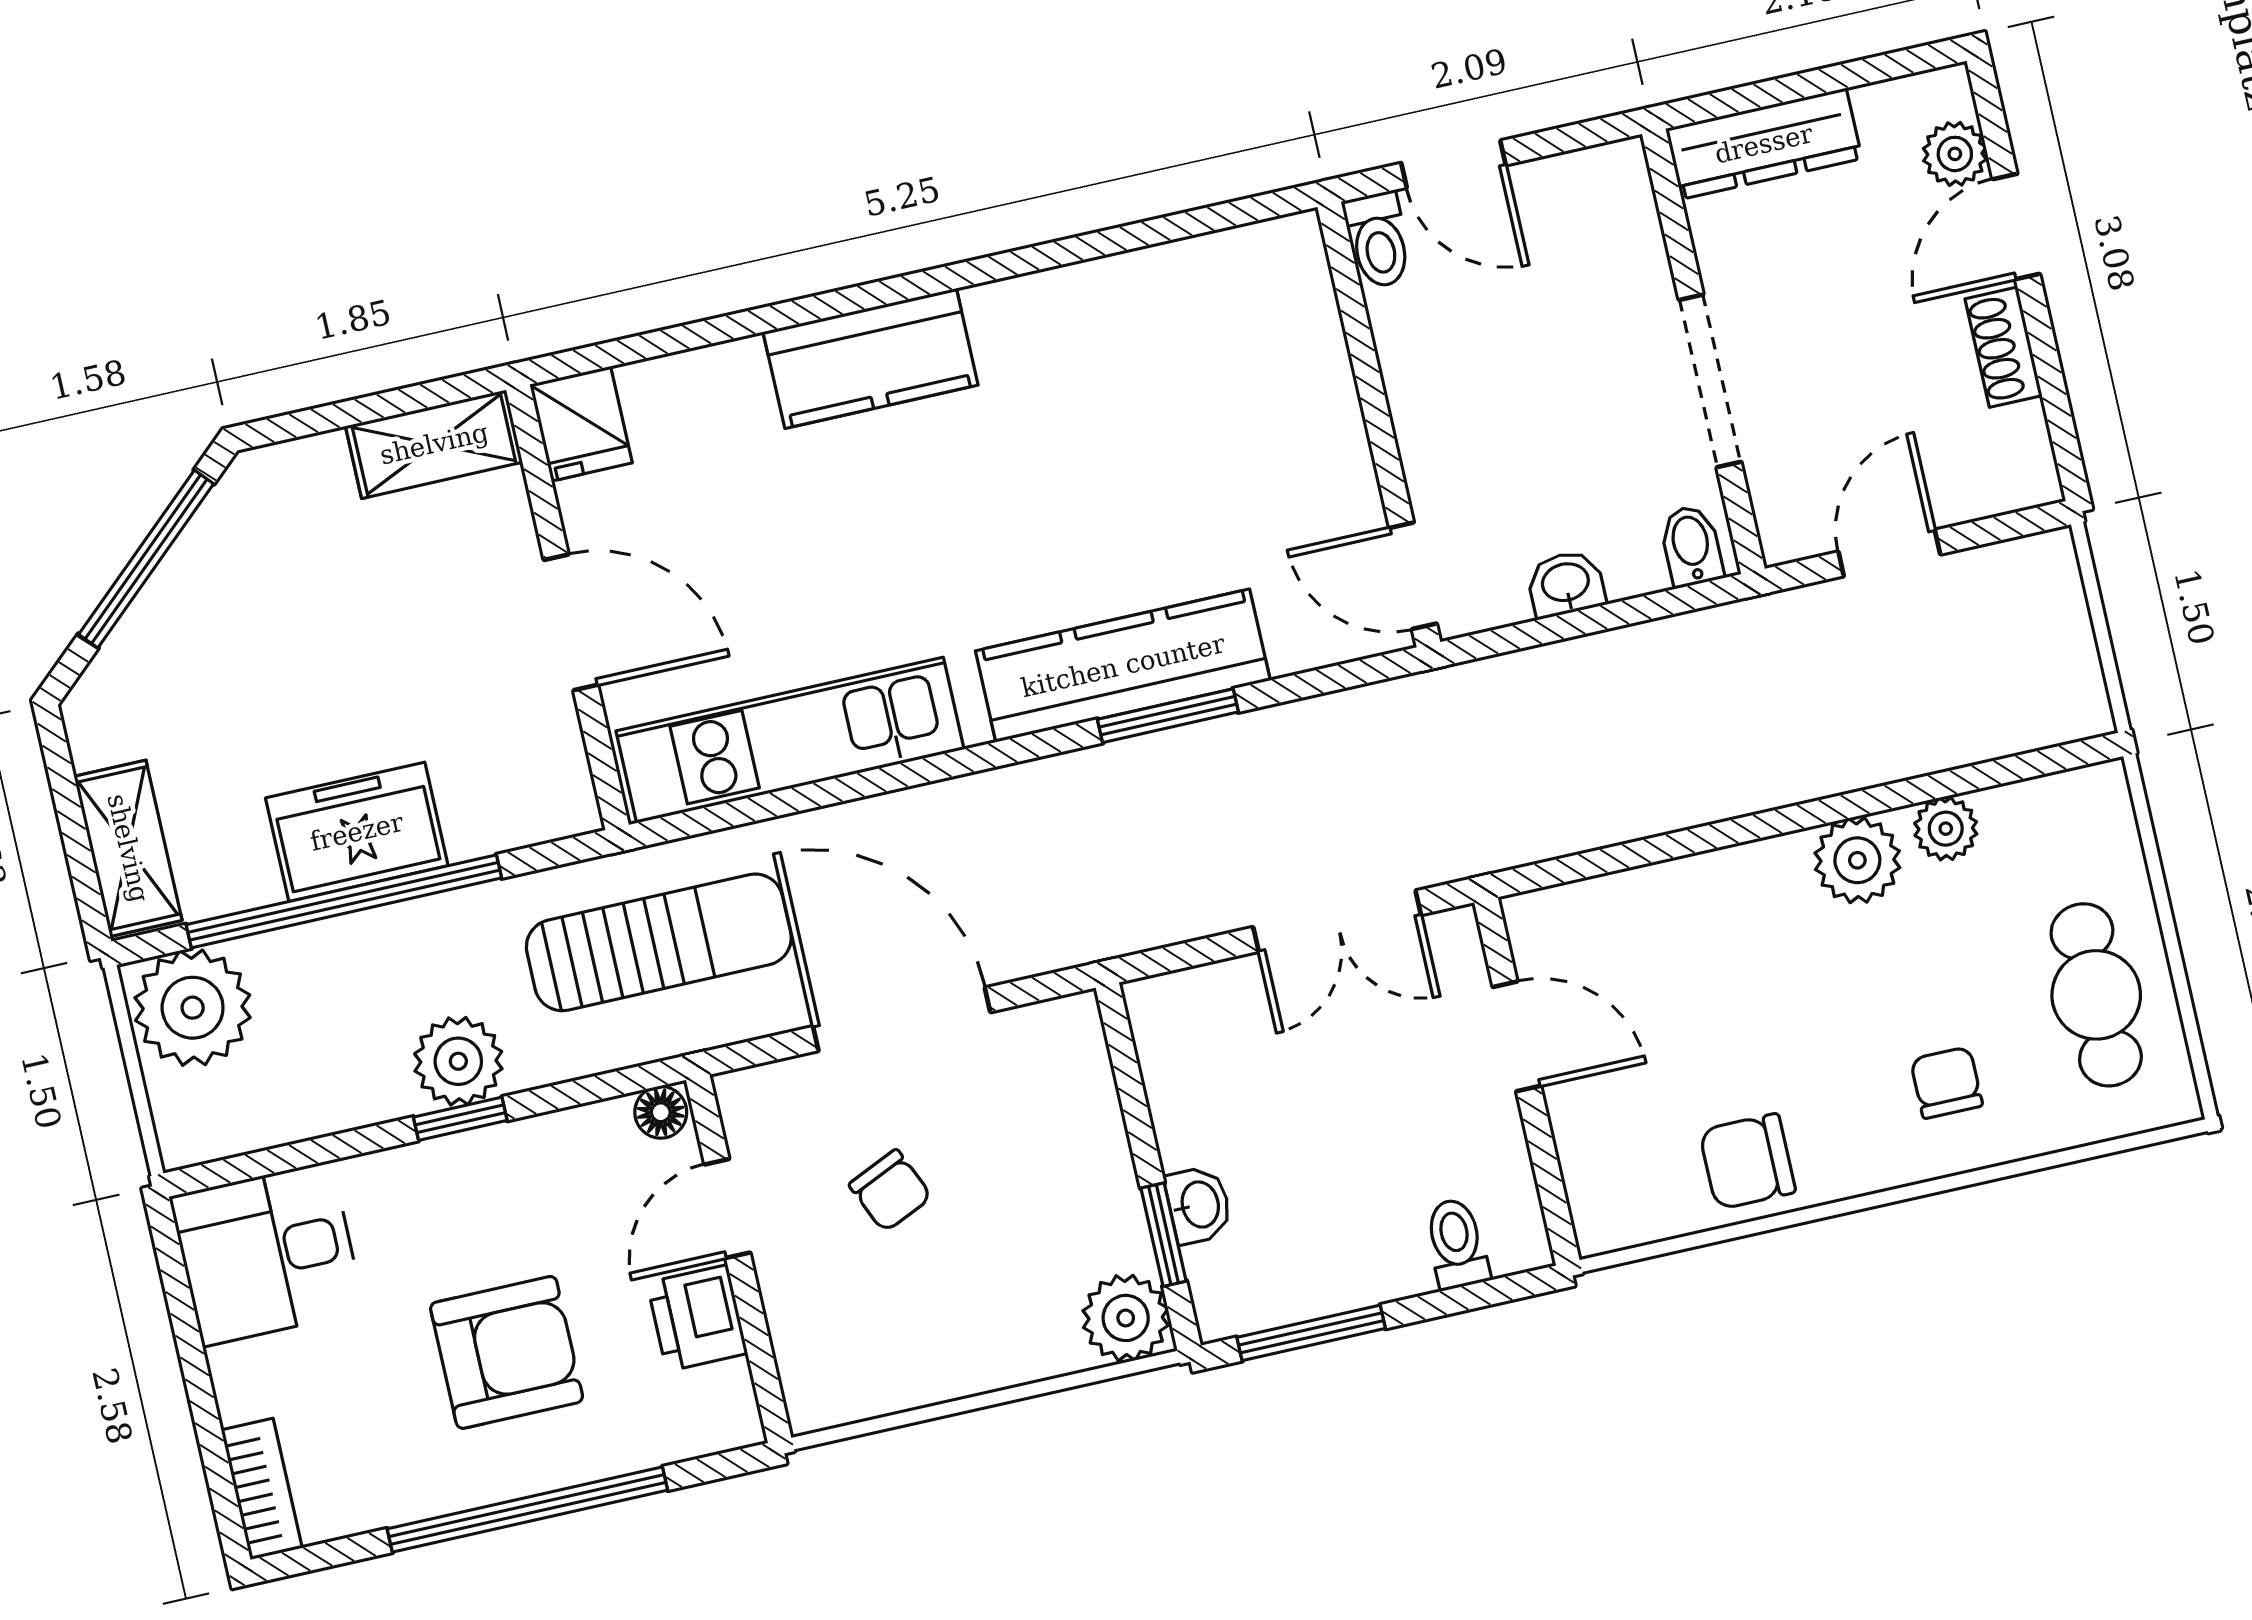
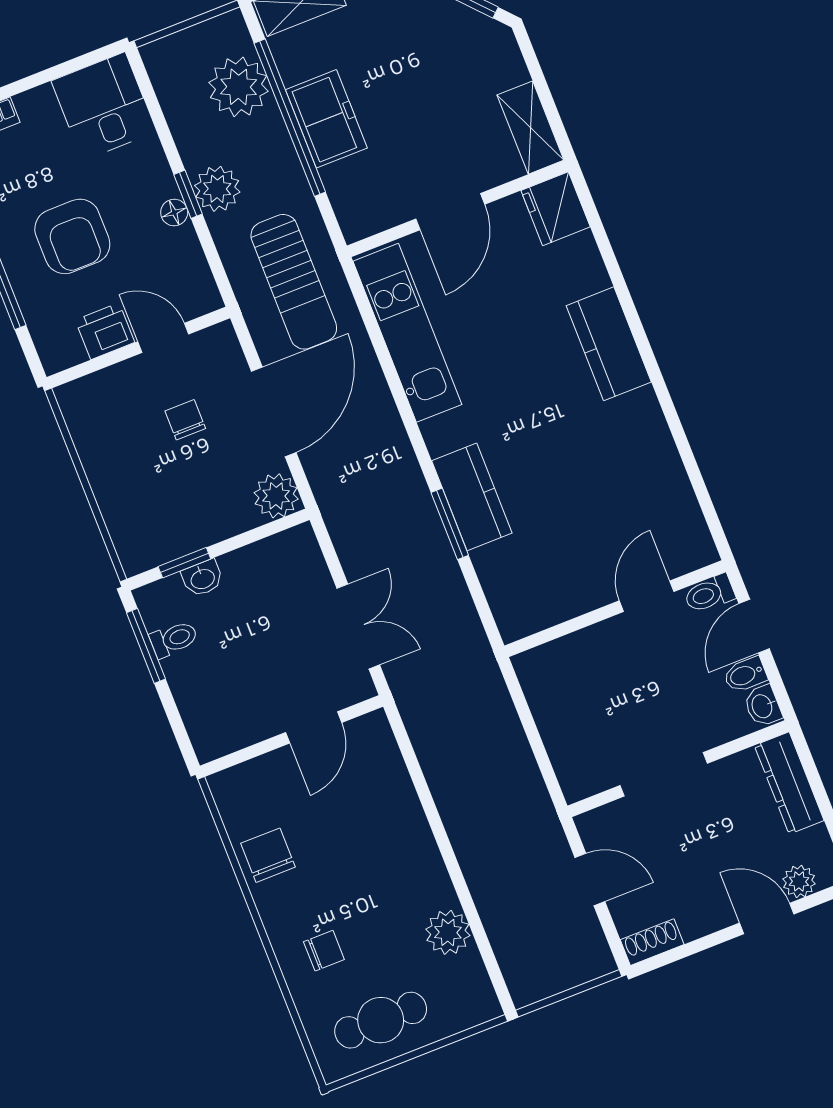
shoe rack: (2004, 347) -> (652, 942), moved
fridge: (581, 424) -> (556, 209), width x1.38
bidet: (1691, 546) -> (745, 675), moved, turned 180
door: (1413, 576) -> (647, 596), moved
washbasin: (1566, 584) -> (763, 706), moved, turned 180
kitchen counter: (1123, 666) -> (472, 497), width x0.67
plant: (1946, 829) -> (448, 932), width x1.38, depth x1.38
plant: (1857, 860) -> (431, 888), removed
double door: (1337, 921) -> (358, 627), swing flipped
plant: (193, 1008) -> (239, 87), moved
floor lamp: (661, 1112) -> (174, 213), moved
chair: (890, 1191) -> (185, 420), turned 114
toilet: (1457, 1244) -> (174, 639), moved
plant: (1126, 1318) -> (276, 496), moved

